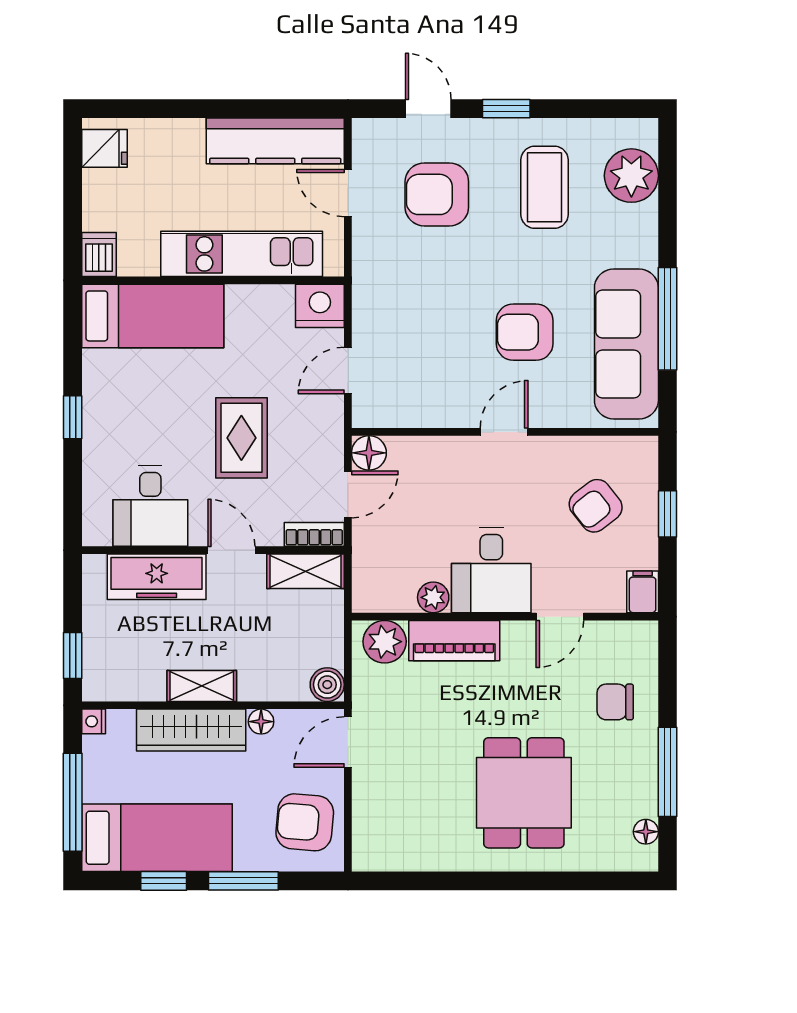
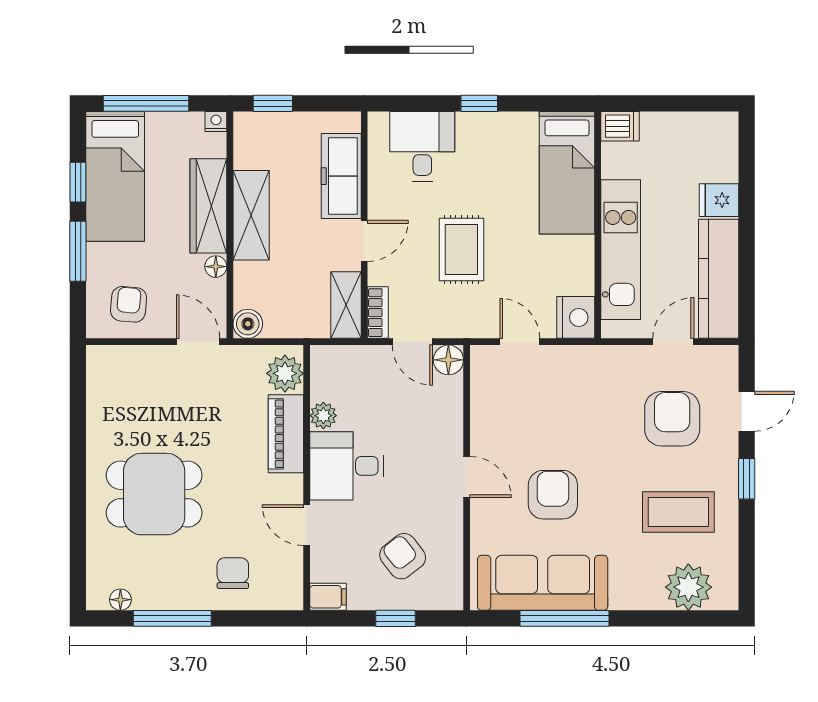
fridge: (105, 148) -> (719, 200), moved, turned 90
rug: (241, 438) -> (461, 250), turned 90
desk: (150, 506) -> (422, 146), moved, turned 90
shelving: (202, 686) -> (251, 215), width x1.50, depth x1.33
armchair: (305, 822) -> (129, 304), width x0.72, depth x0.72

